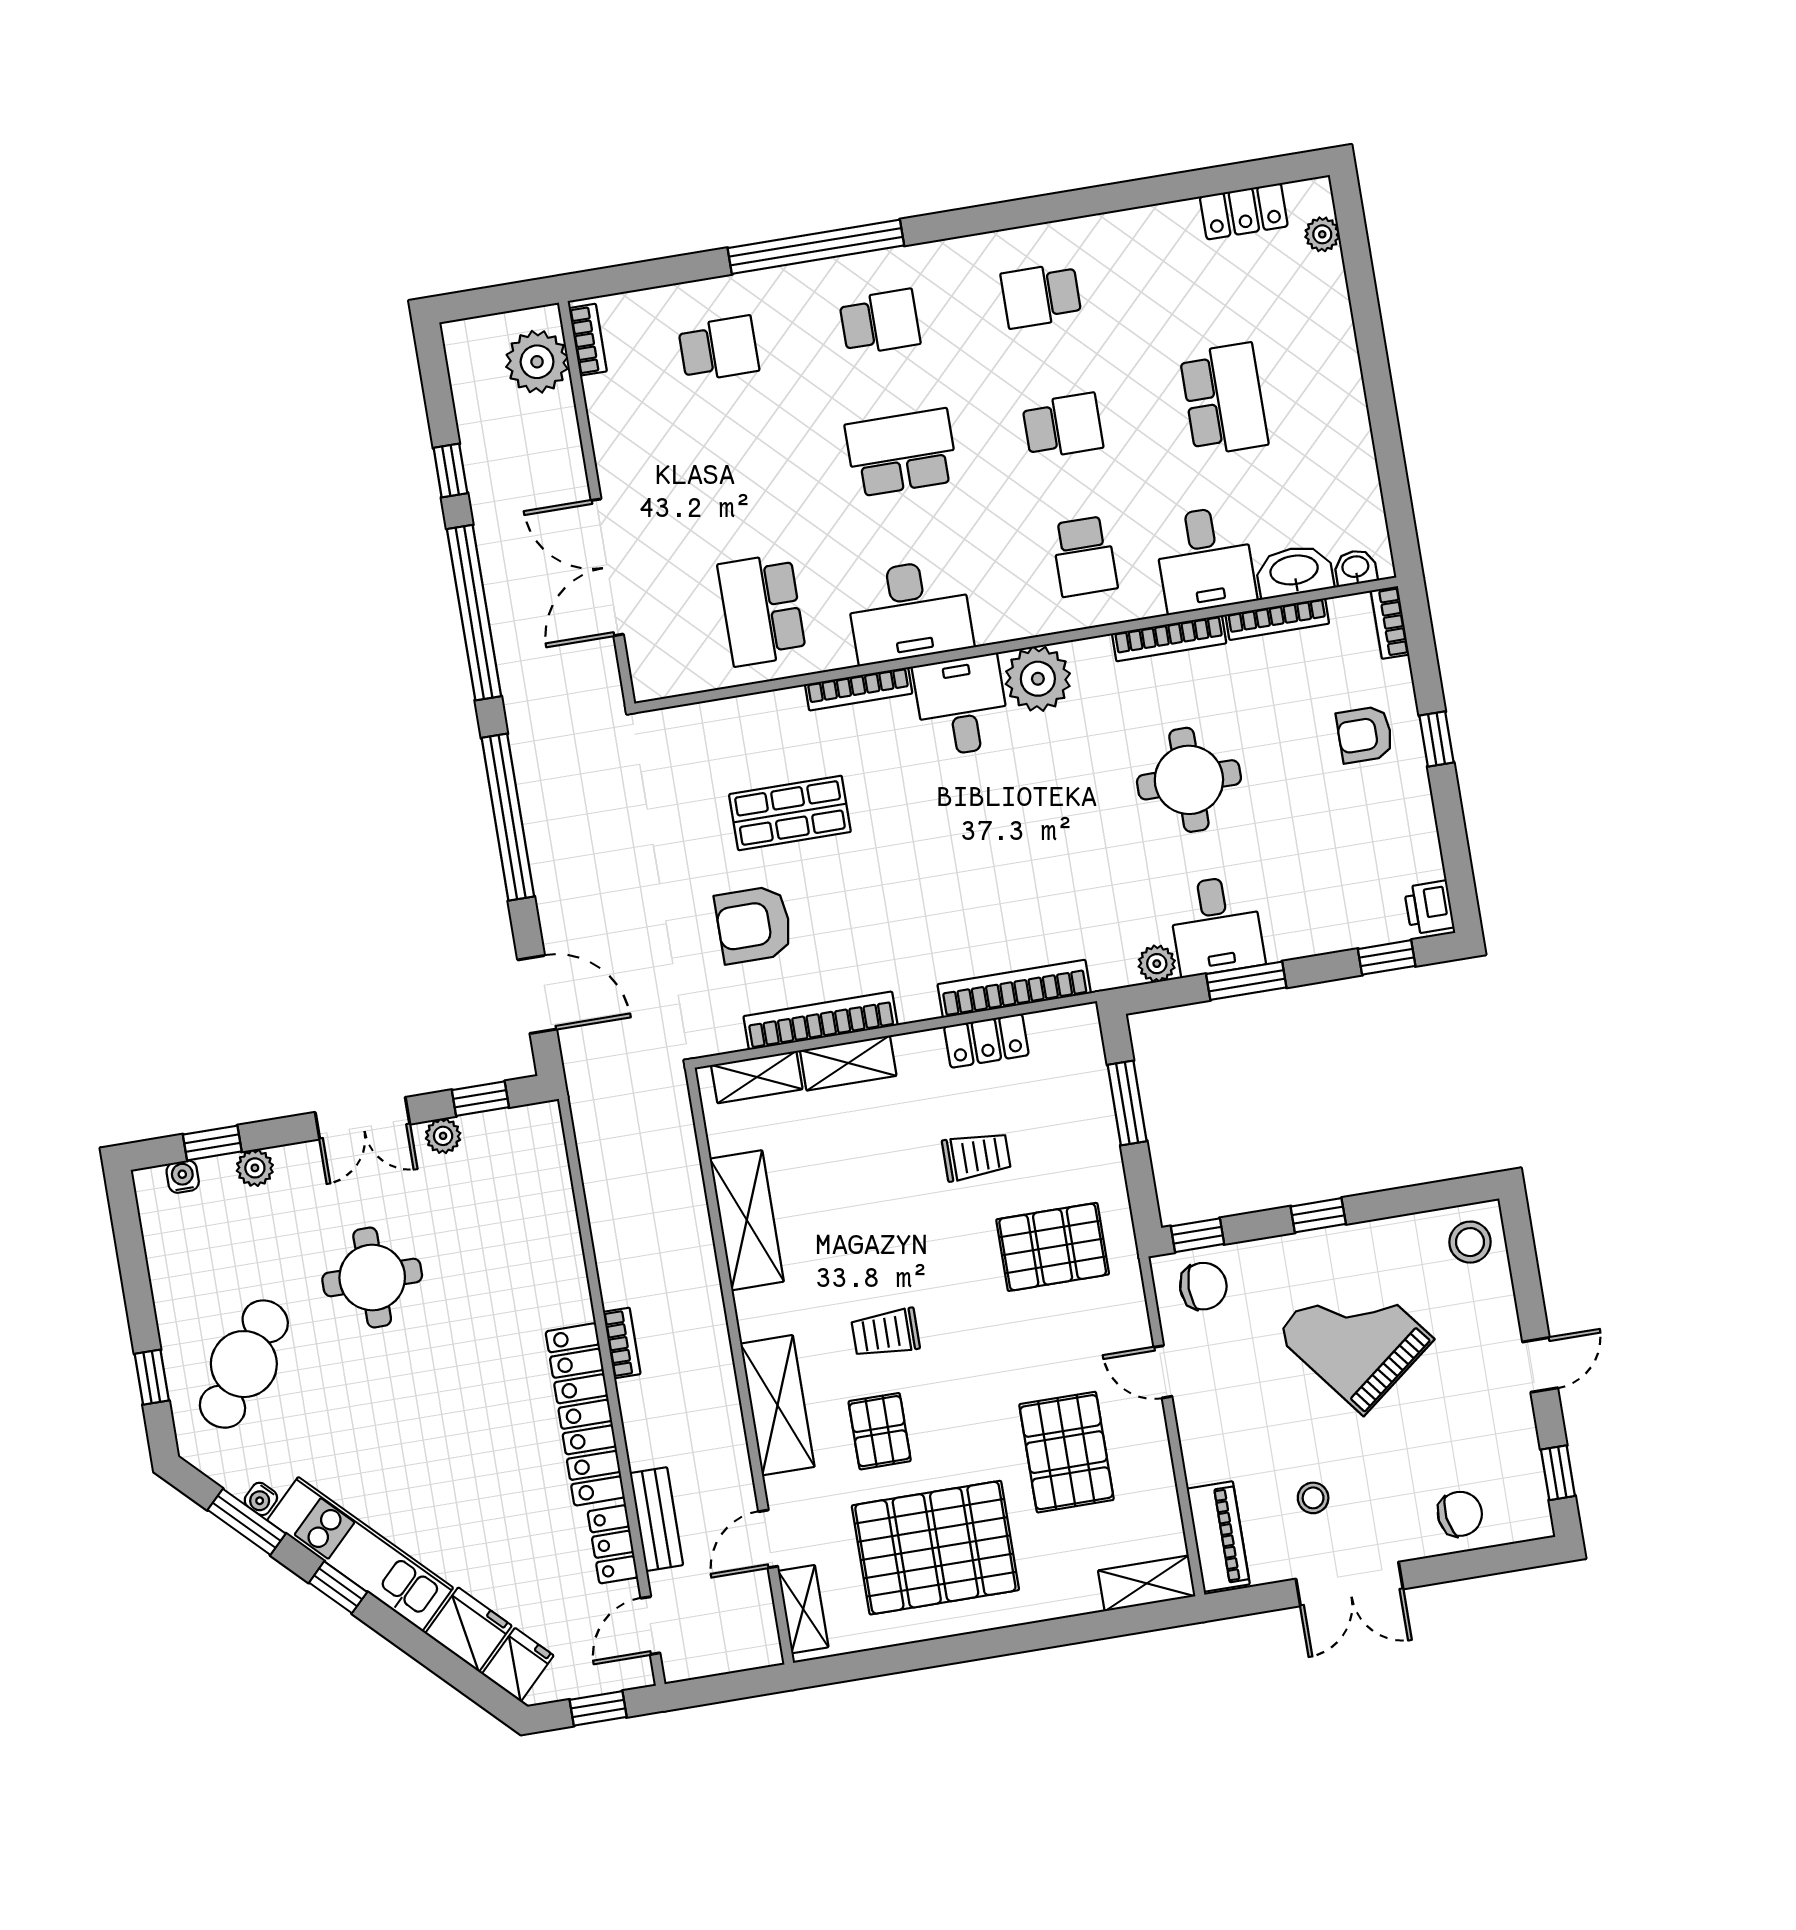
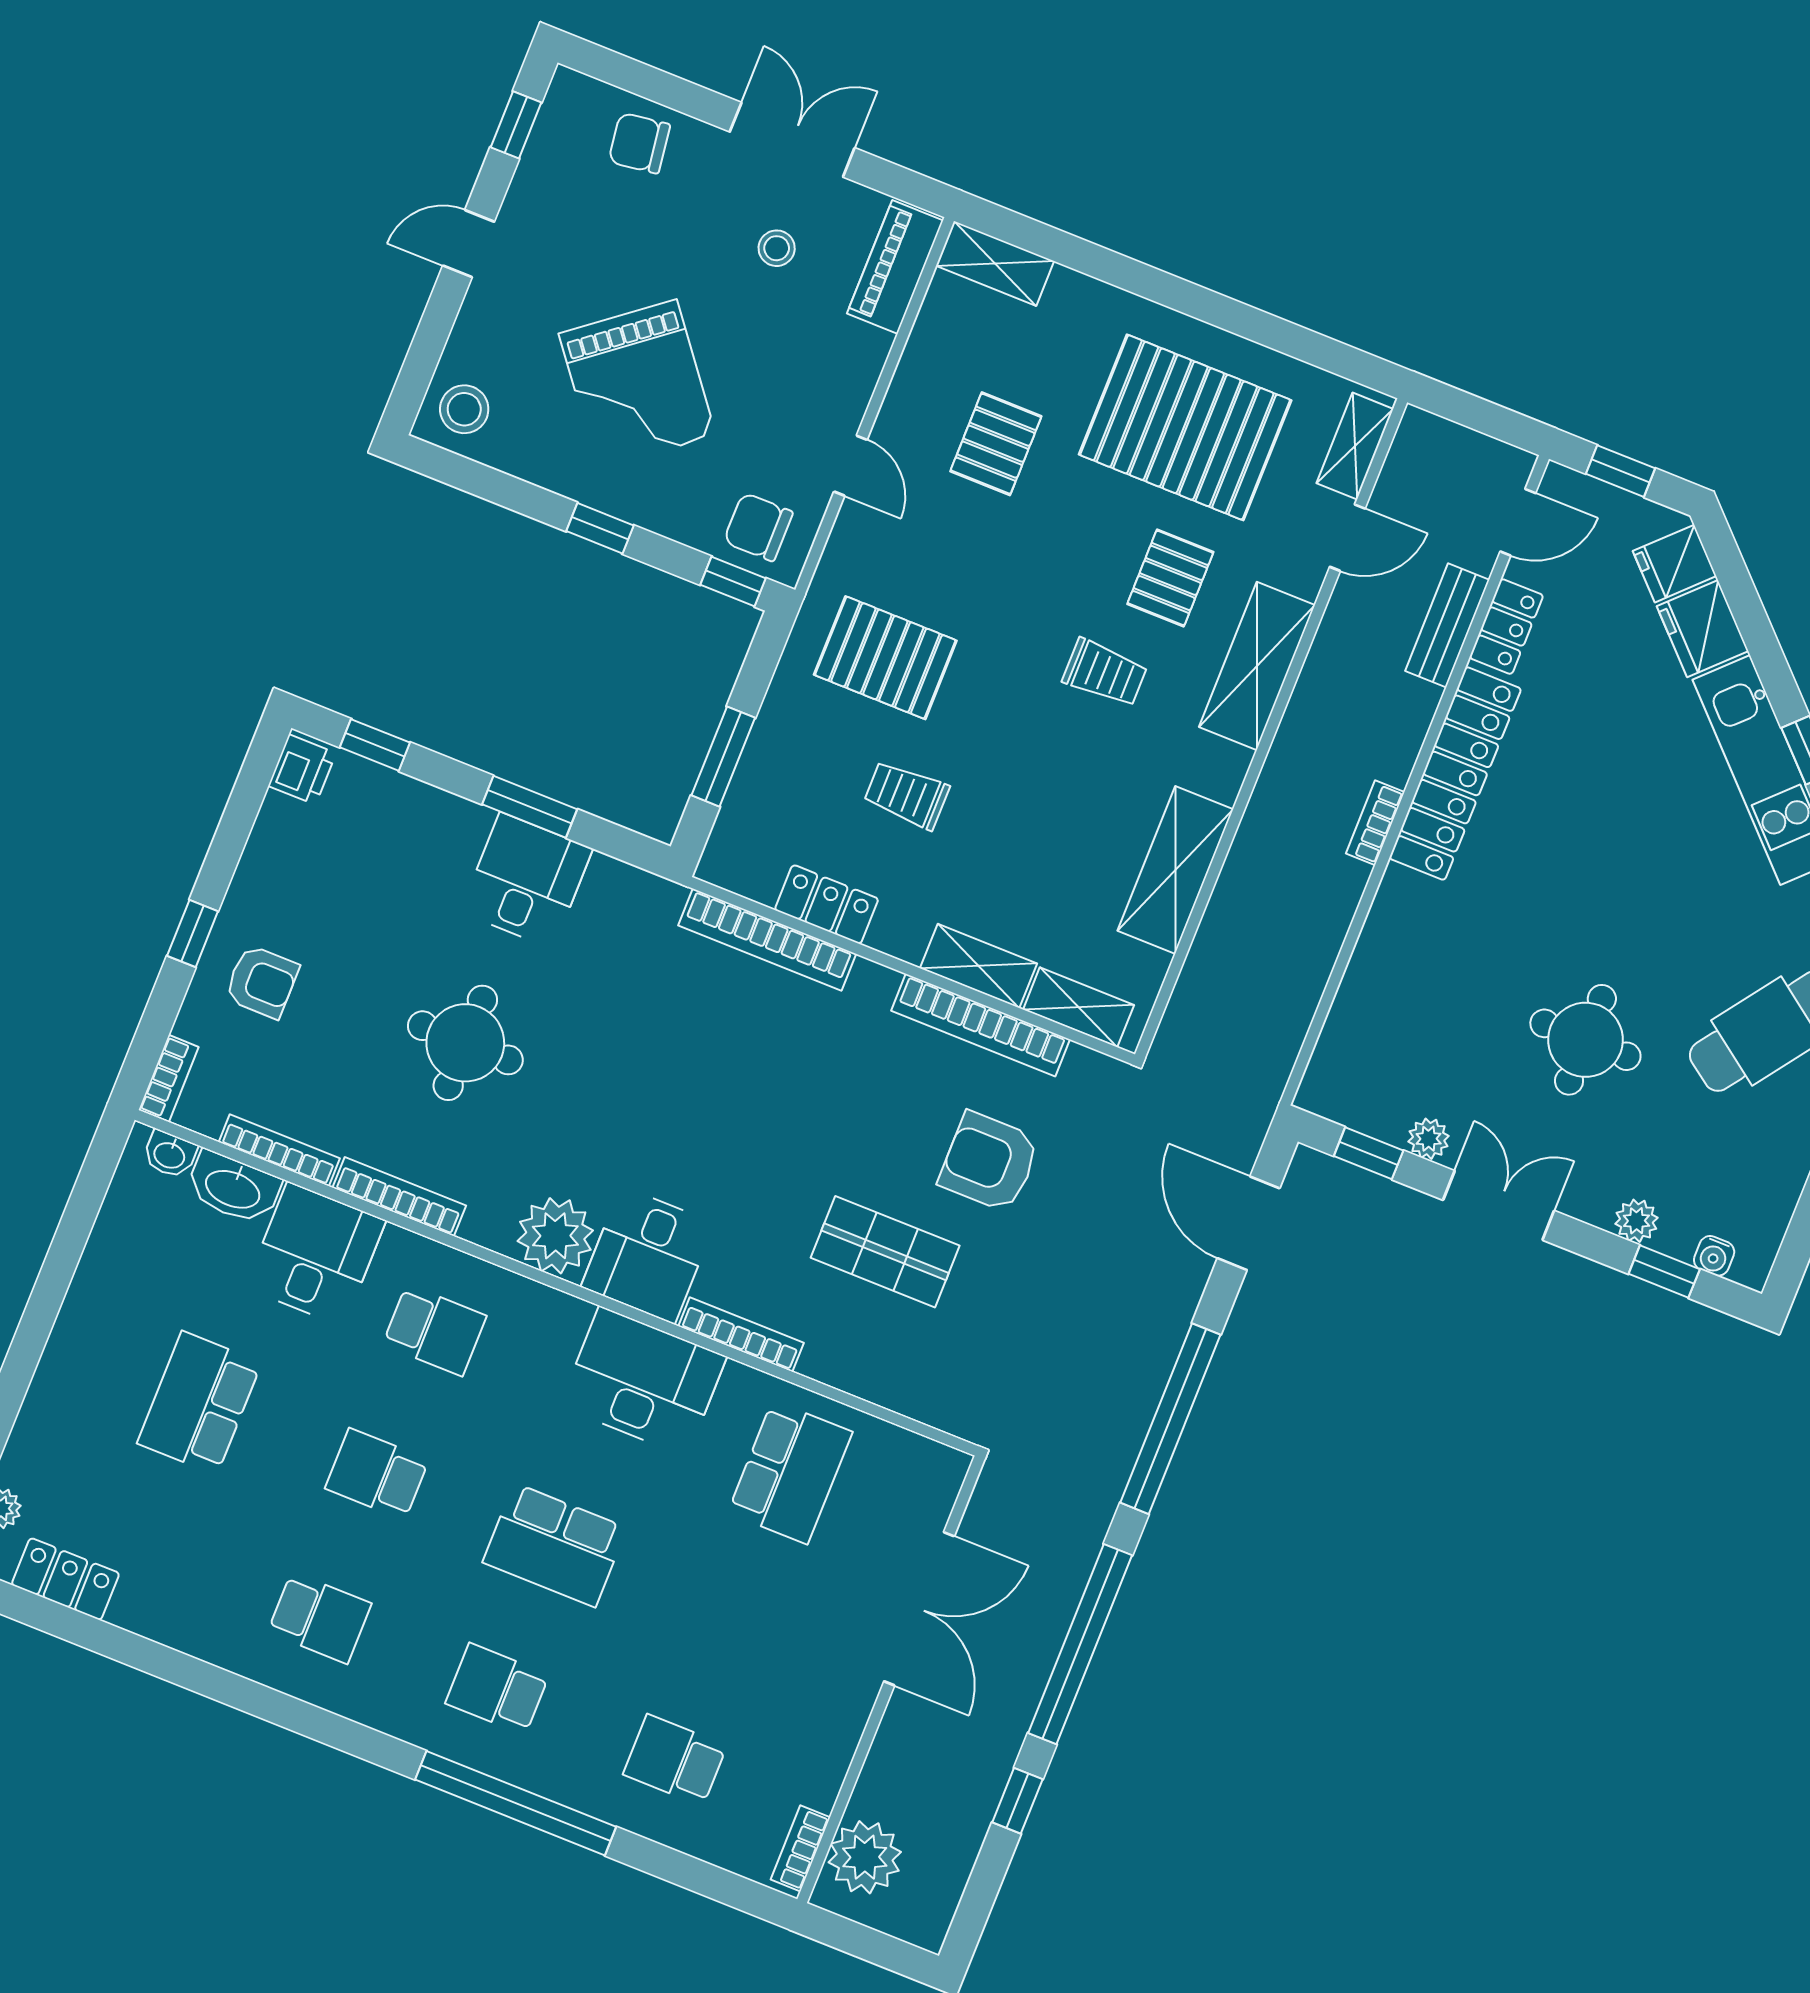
school desk: (1084, 556) -> (435, 1330), turned 90
armchair: (754, 925) -> (989, 1162), turned 180
plant: (1157, 964) -> (609, 878), removed
pallet: (1066, 1452) -> (996, 444), width x0.67, depth x0.71

